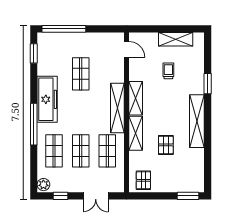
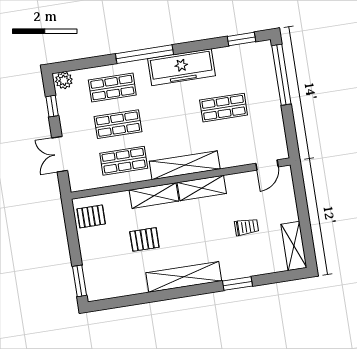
shelving: (176, 39) -> (294, 246), moved

